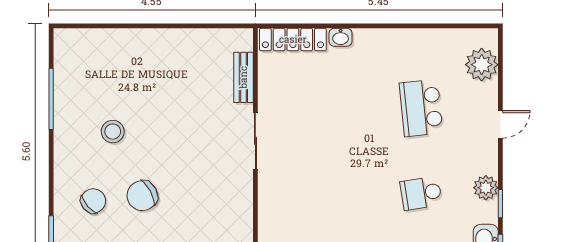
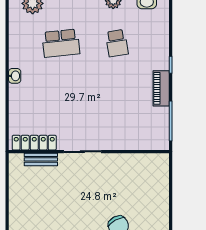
washbasin: (341, 37) -> (15, 76), moved
locker: (293, 39) -> (34, 143), moved, turned -90

